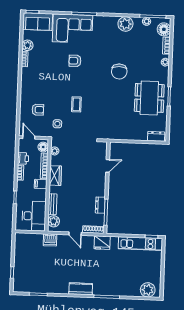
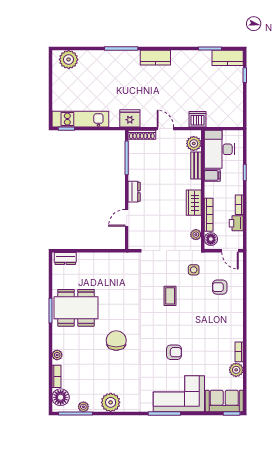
dining table: (149, 98) -> (76, 308), turned 90
filing cabinet: (41, 184) -> (212, 175), moved
dresser: (100, 205) -> (134, 192), moved
kitchen counter: (25, 286) -> (228, 58), added

